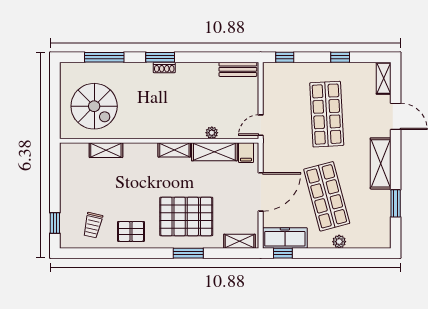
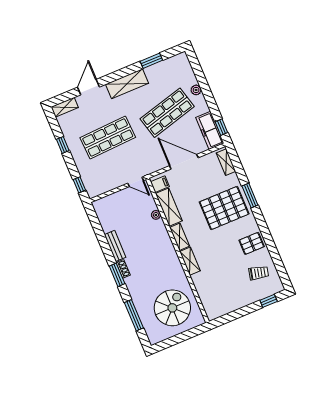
bench: (238, 69) -> (115, 246), moved
shelving: (106, 150) -> (190, 261), moved
pallet: (186, 216) -> (224, 208), turned 90
pallet: (131, 231) -> (252, 243), turned 90

